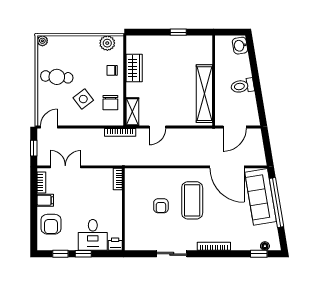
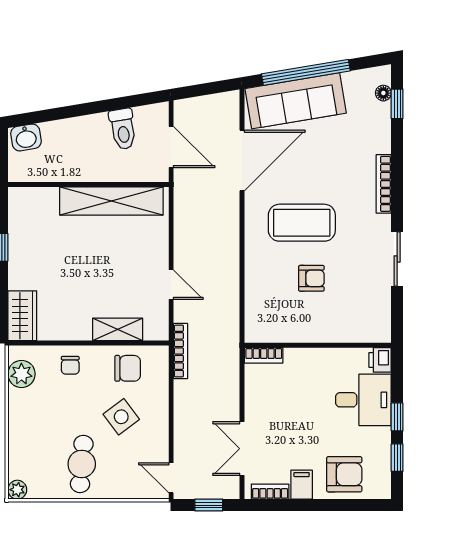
wardrobe: (134, 68) -> (22, 316), moved, turned 90
toilet: (242, 86) -> (123, 129), moved
shelving: (132, 112) -> (118, 329), moved

